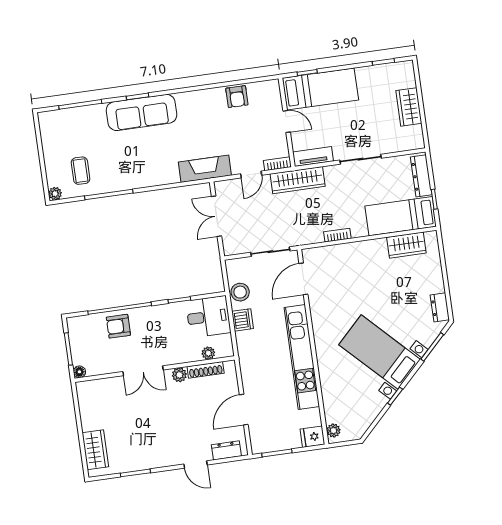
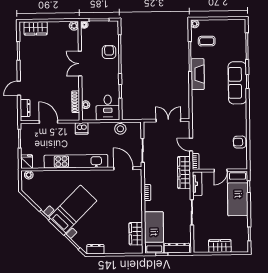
fireplace: (205, 169) -> (198, 74), moved
dishwasher: (243, 320) -> (82, 128), moved
plant: (179, 375) -> (74, 26), moved

